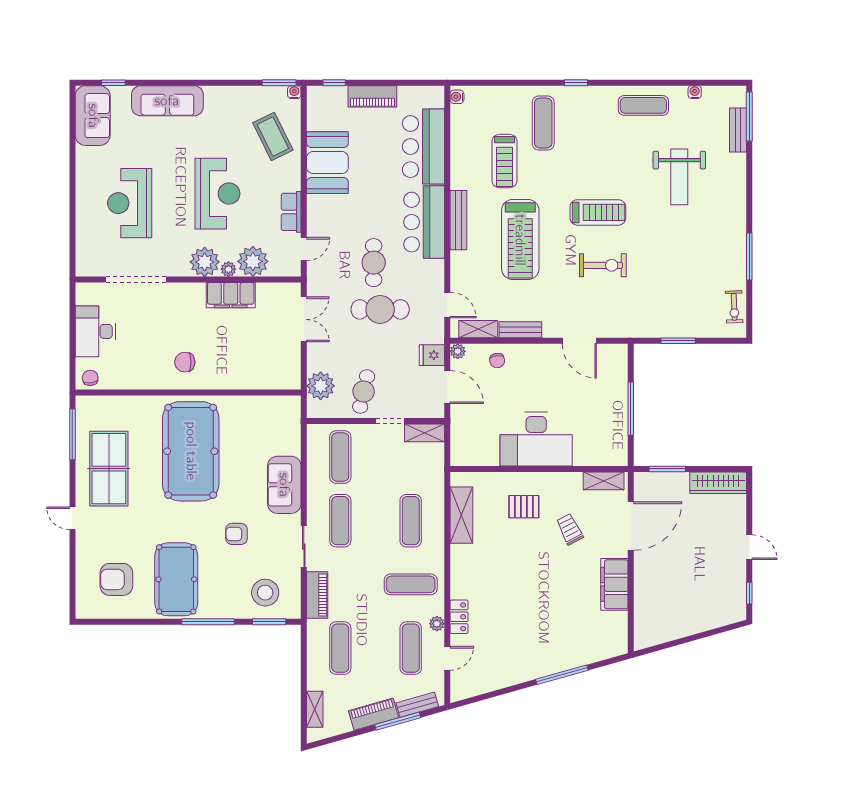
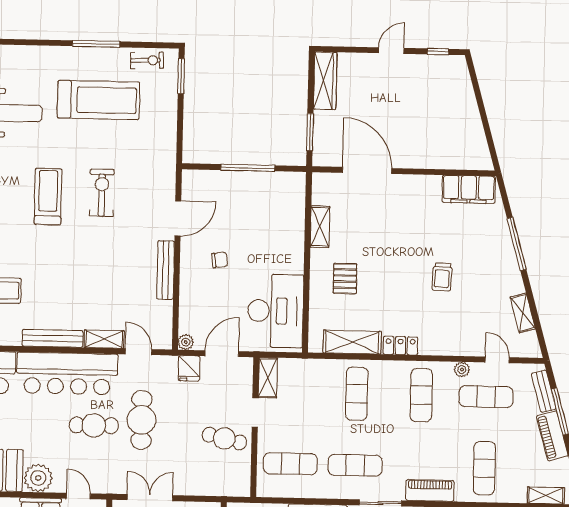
bar counter: (424, 222) -> (67, 374), width x1.36
treadmill: (520, 240) -> (99, 100), moved
door: (447, 305) -> (139, 352), hinge flipped
shelving: (478, 329) -> (104, 339), moved, turned 90
bench: (520, 330) -> (166, 270), width x1.36
window: (678, 341) -> (181, 76), moved
chair: (497, 361) -> (220, 260), moved
plant: (321, 386) -> (38, 478), moved
desk: (536, 439) -> (276, 311), moved
shelving: (604, 481) -> (320, 227), moved
exercise mat: (411, 521) -> (357, 394), turned 90
trolley: (570, 529) -> (442, 277), moved, turned -60
filing cabinet: (614, 584) -> (469, 189), moved
locker: (459, 617) -> (400, 346), moved
exercise mat: (340, 648) -> (484, 468), turned 90
shelving: (494, 682) -> (523, 313), added

